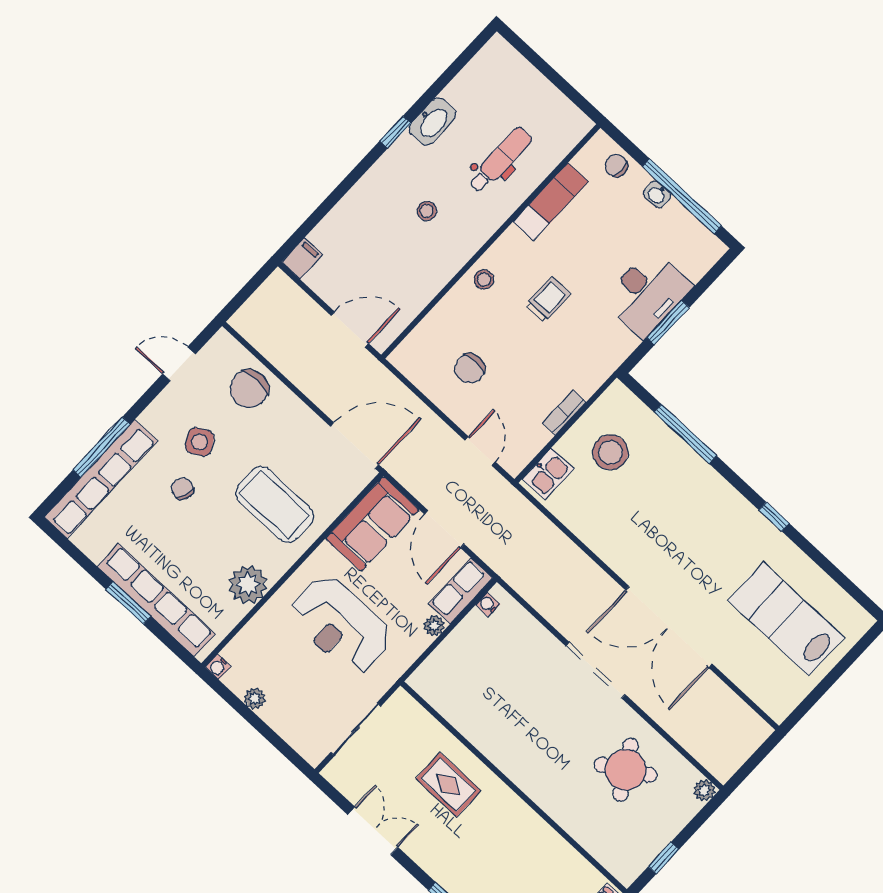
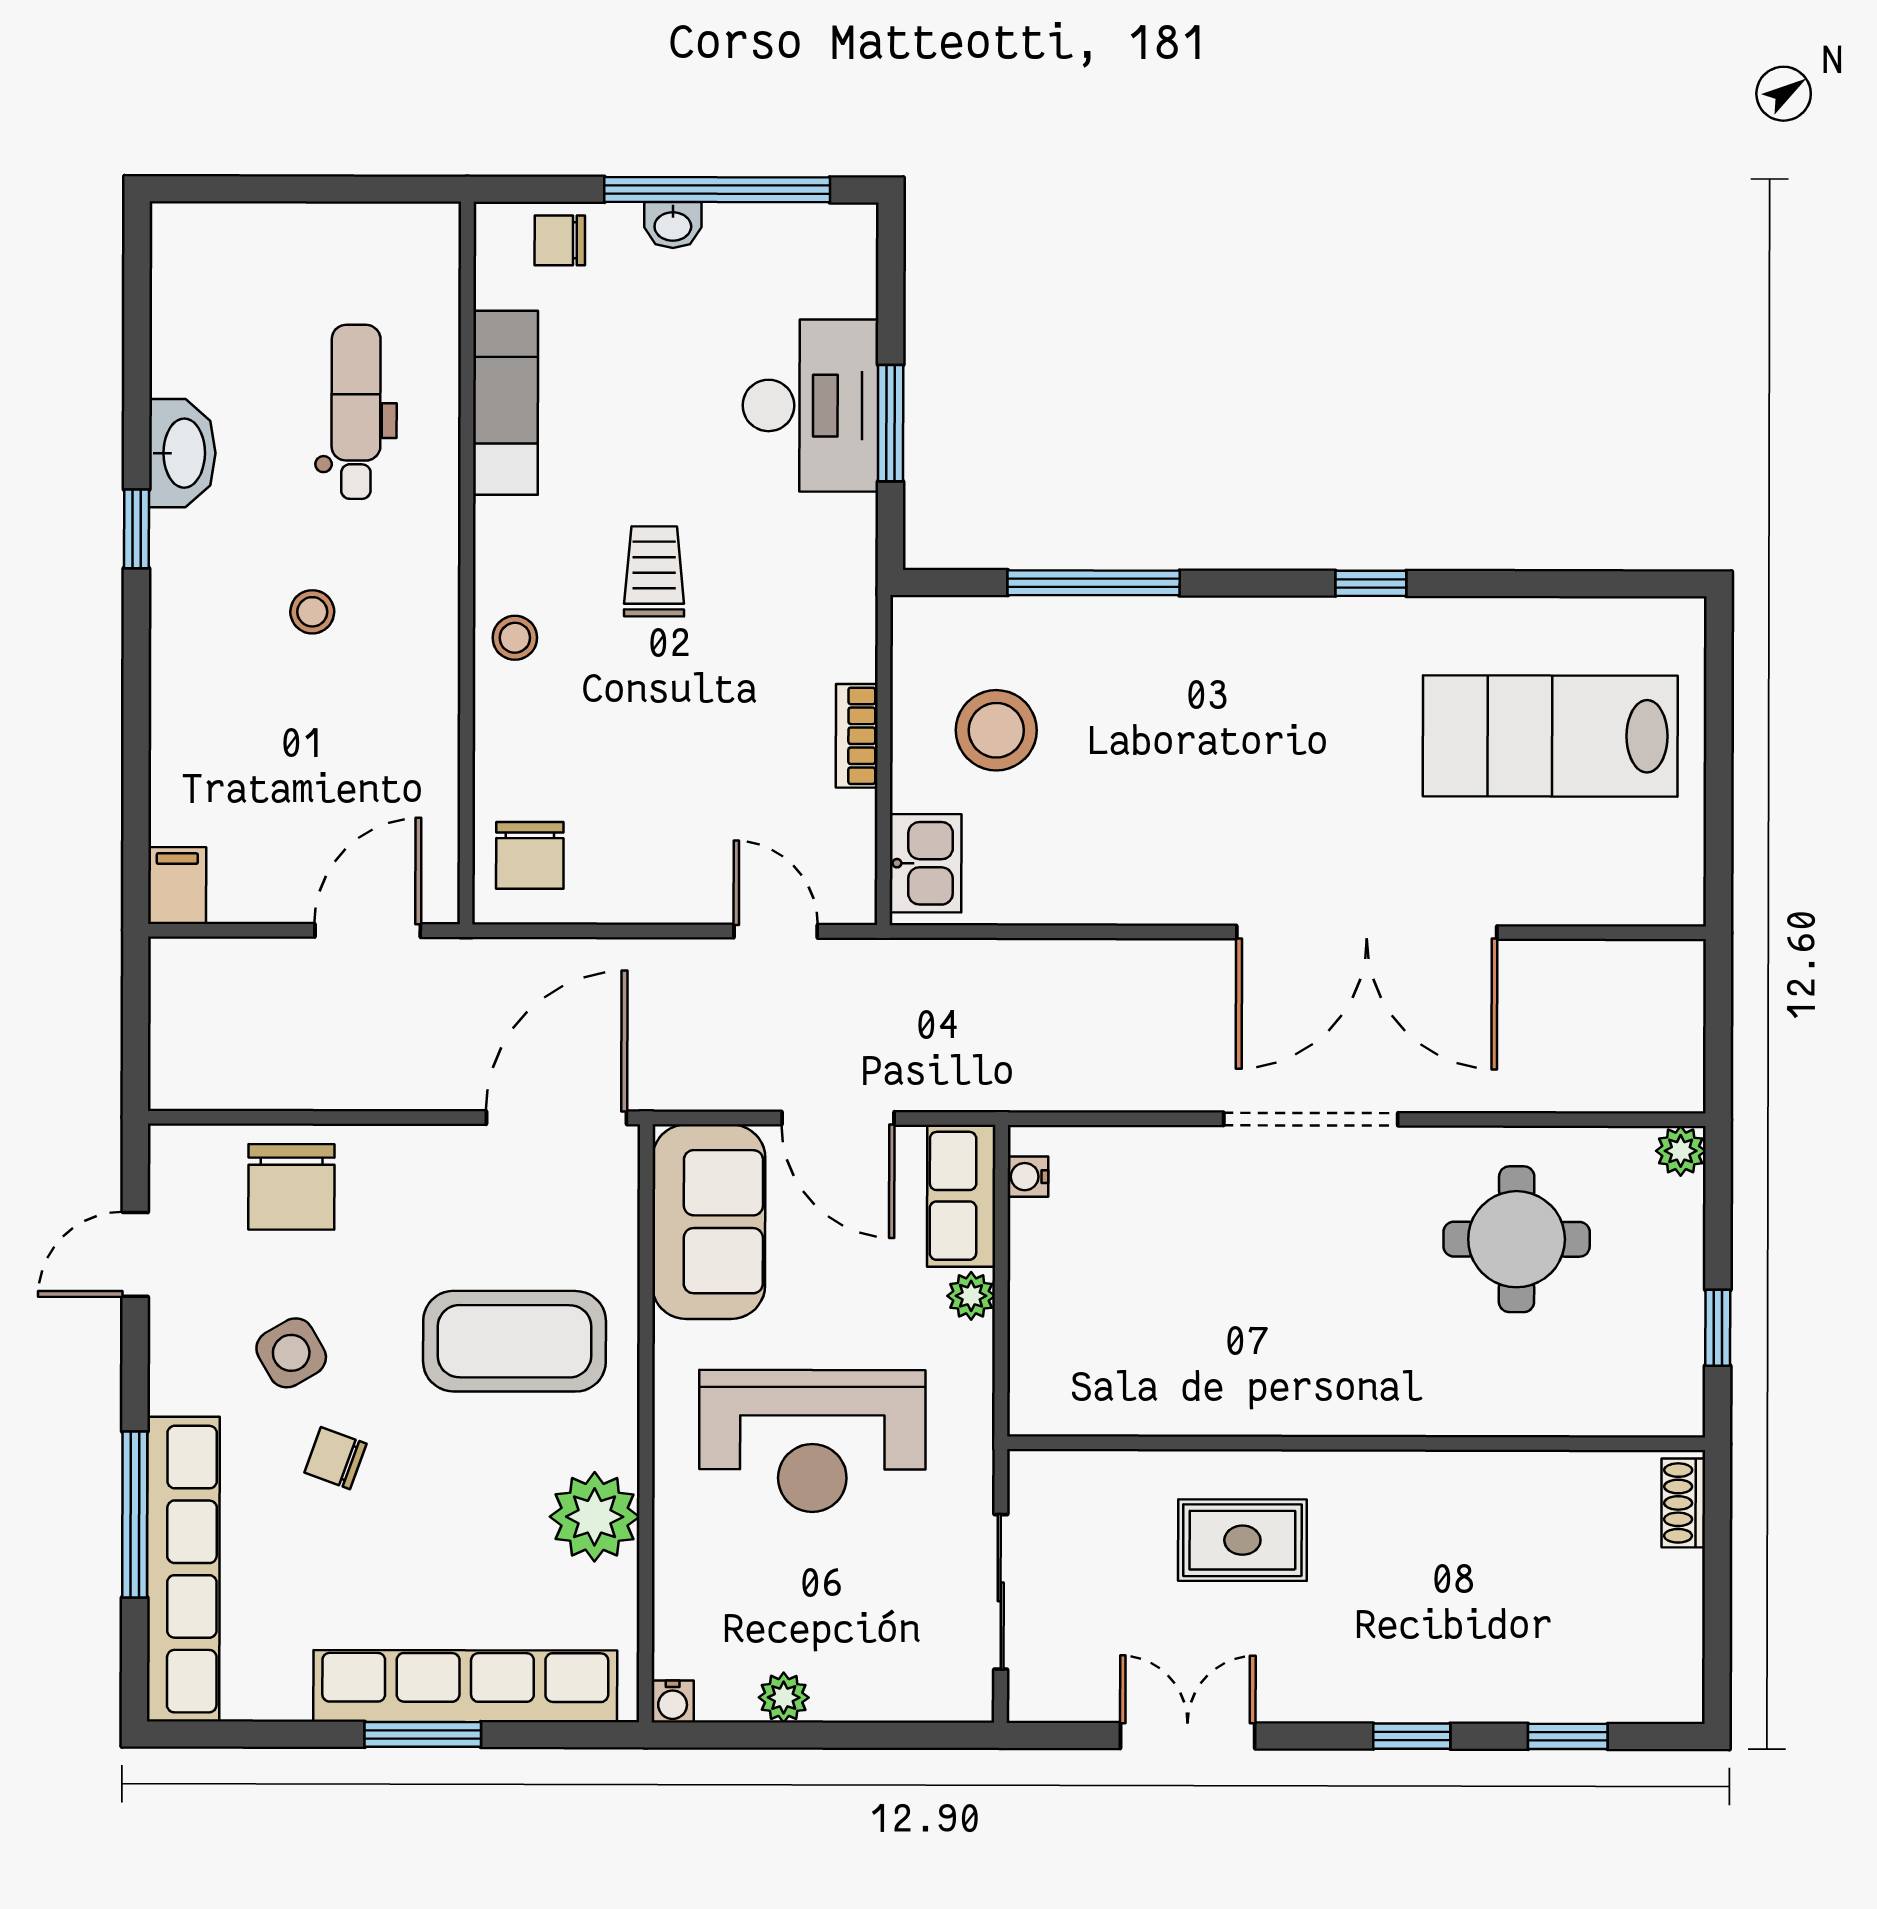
chair: (470, 368) -> (530, 855), moved
round table: (626, 770) -> (1517, 1239), turned 31

